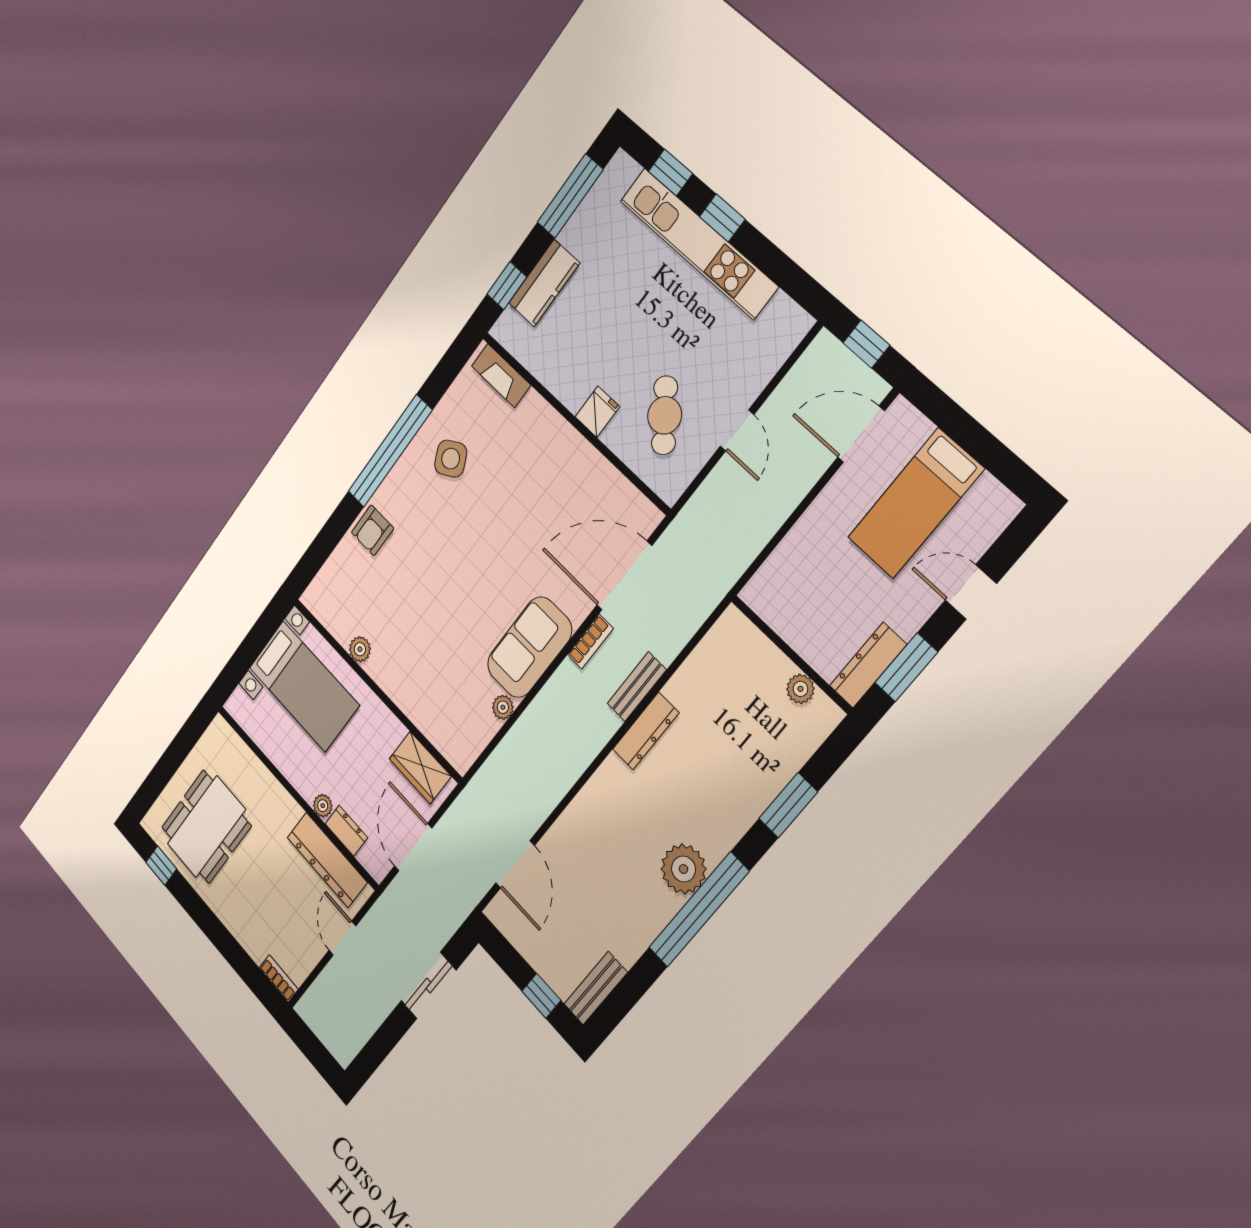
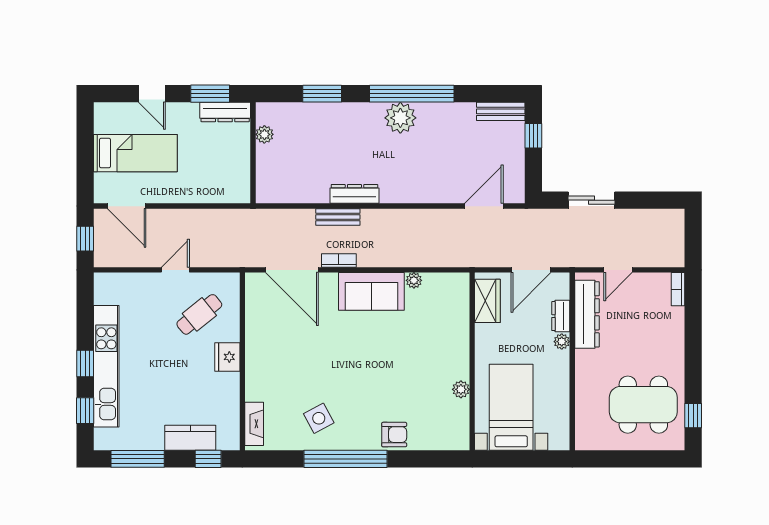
fridge: (597, 412) -> (227, 357), width x1.38

